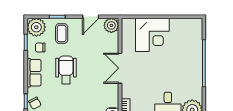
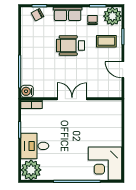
plant: (111, 25) -> (114, 90), removed
corner desk: (152, 35) -> (105, 164), moved
wheelchair: (66, 70) -> (70, 45), turned 180

